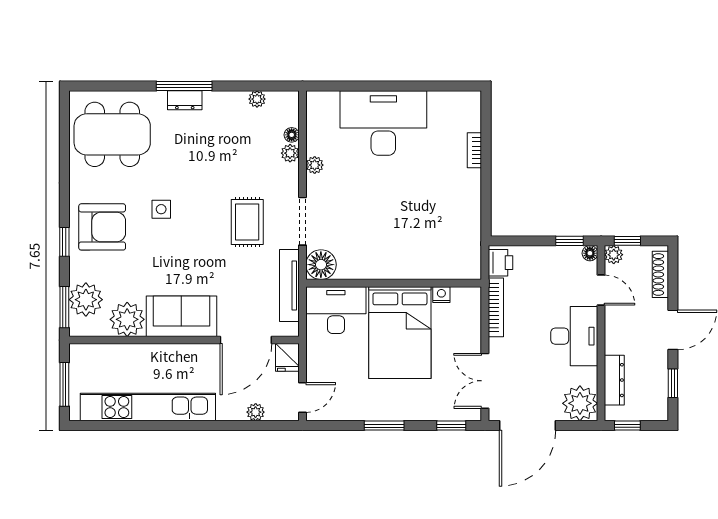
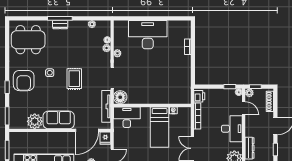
rug: (247, 222) -> (74, 79), moved
armchair: (102, 227) -> (24, 81), turned 90
plant: (86, 300) -> (16, 113), removed
bed: (400, 333) -> (160, 127), width x0.67

